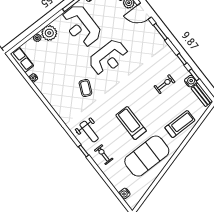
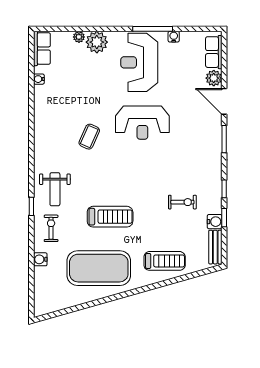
treadmill: (131, 123) -> (110, 217), turned 90
water cooler: (125, 194) -> (40, 259), moved

